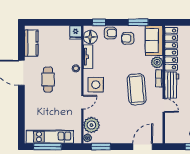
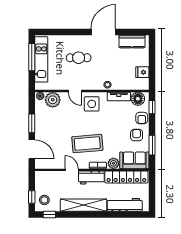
fridge: (76, 32) -> (142, 72), moved
cafe table: (48, 79) -> (79, 58), moved
door: (164, 105) -> (72, 170), swing flipped
window: (101, 147) -> (32, 123), moved

